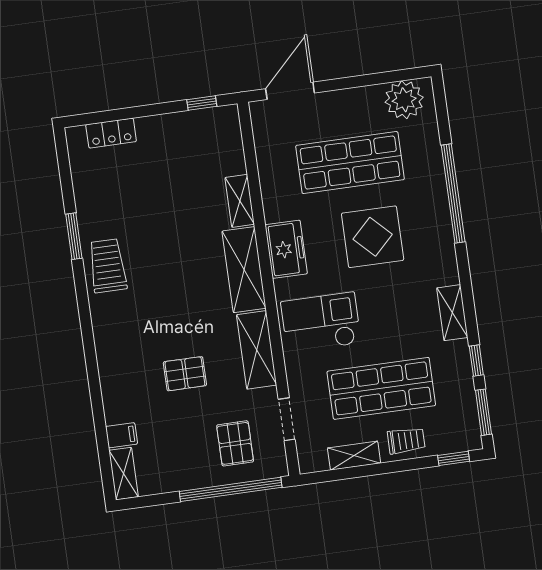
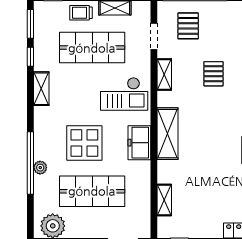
plant: (437, 189) -> (40, 168), added
shelving: (240, 201) -> (164, 200), moved
shelving: (257, 350) -> (164, 74), width x0.67, depth x0.75
pallet: (185, 374) -> (213, 74), turned 90

